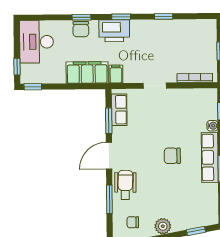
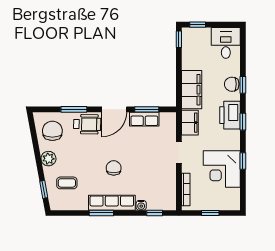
corner desk: (172, 39) -> (222, 169), added
desk: (36, 42) -> (226, 43), width x0.73
filing cabinet: (116, 74) -> (190, 123), width x2.00
row of seats: (119, 110) -> (144, 119), moved
door: (109, 156) -> (114, 109), swing flipped
coffee table: (189, 206) -> (67, 183), added
chair: (133, 222) -> (52, 131), width x1.87, depth x1.87

